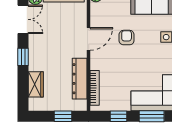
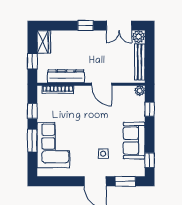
armchair: (127, 38) -> (103, 118), removed
wardrobe: (36, 84) -> (44, 42), moved, turned -90

